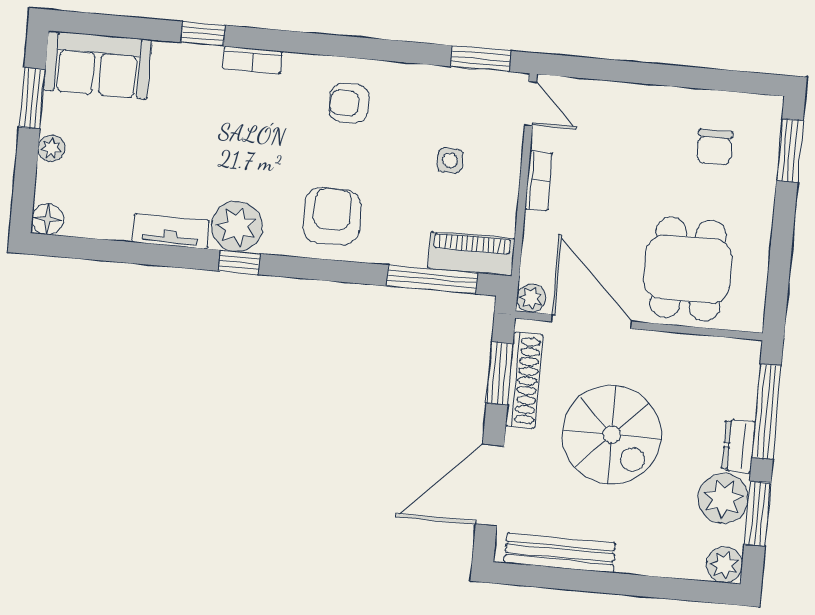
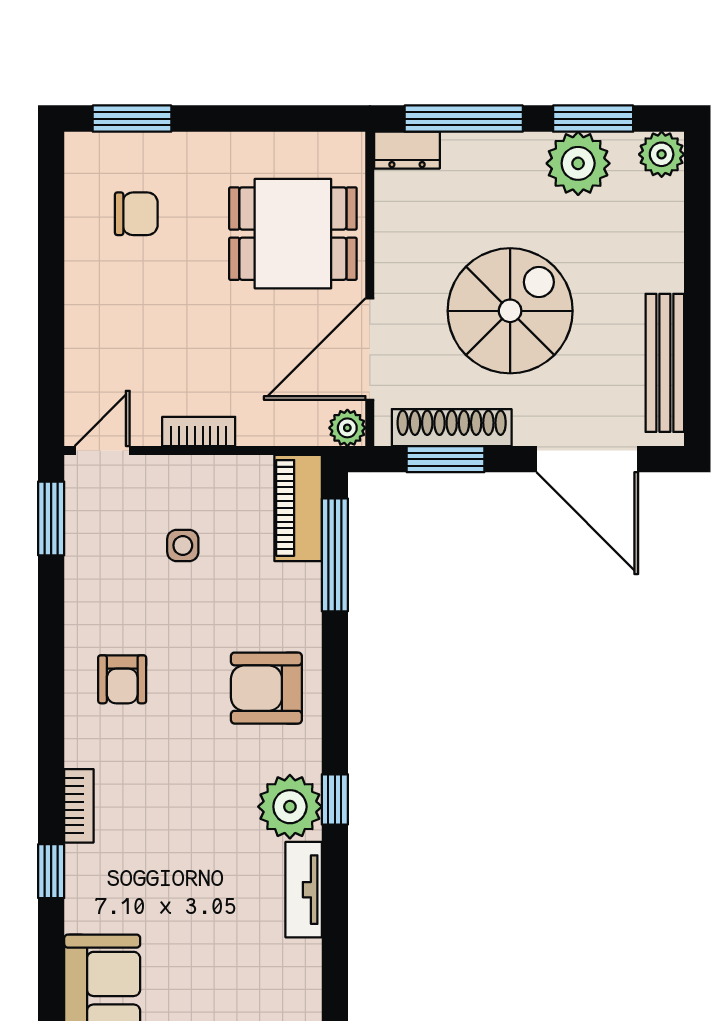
dresser: (738, 446) -> (407, 150), moved

